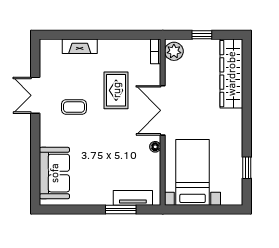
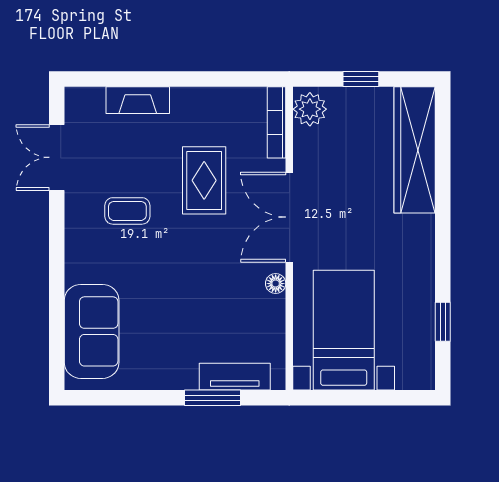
bookcase: (156, 51) -> (277, 122), width x1.56
double door: (35, 95) -> (57, 157), moved

